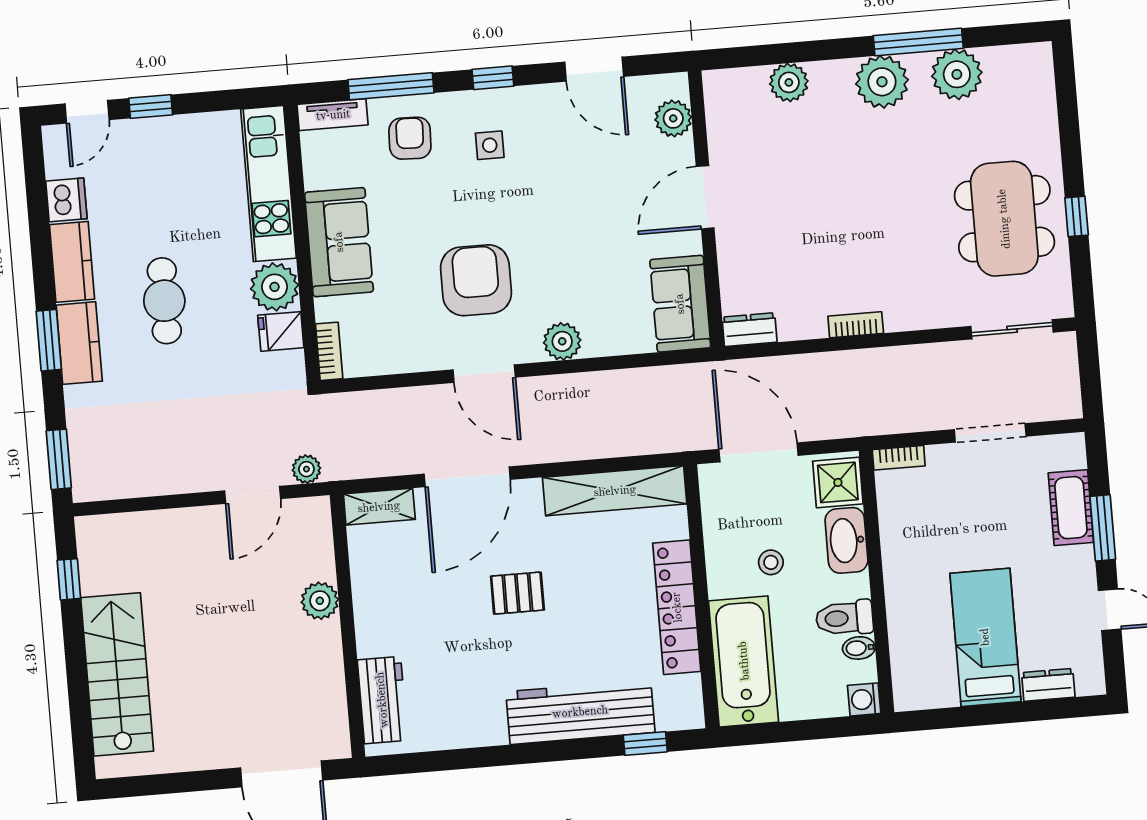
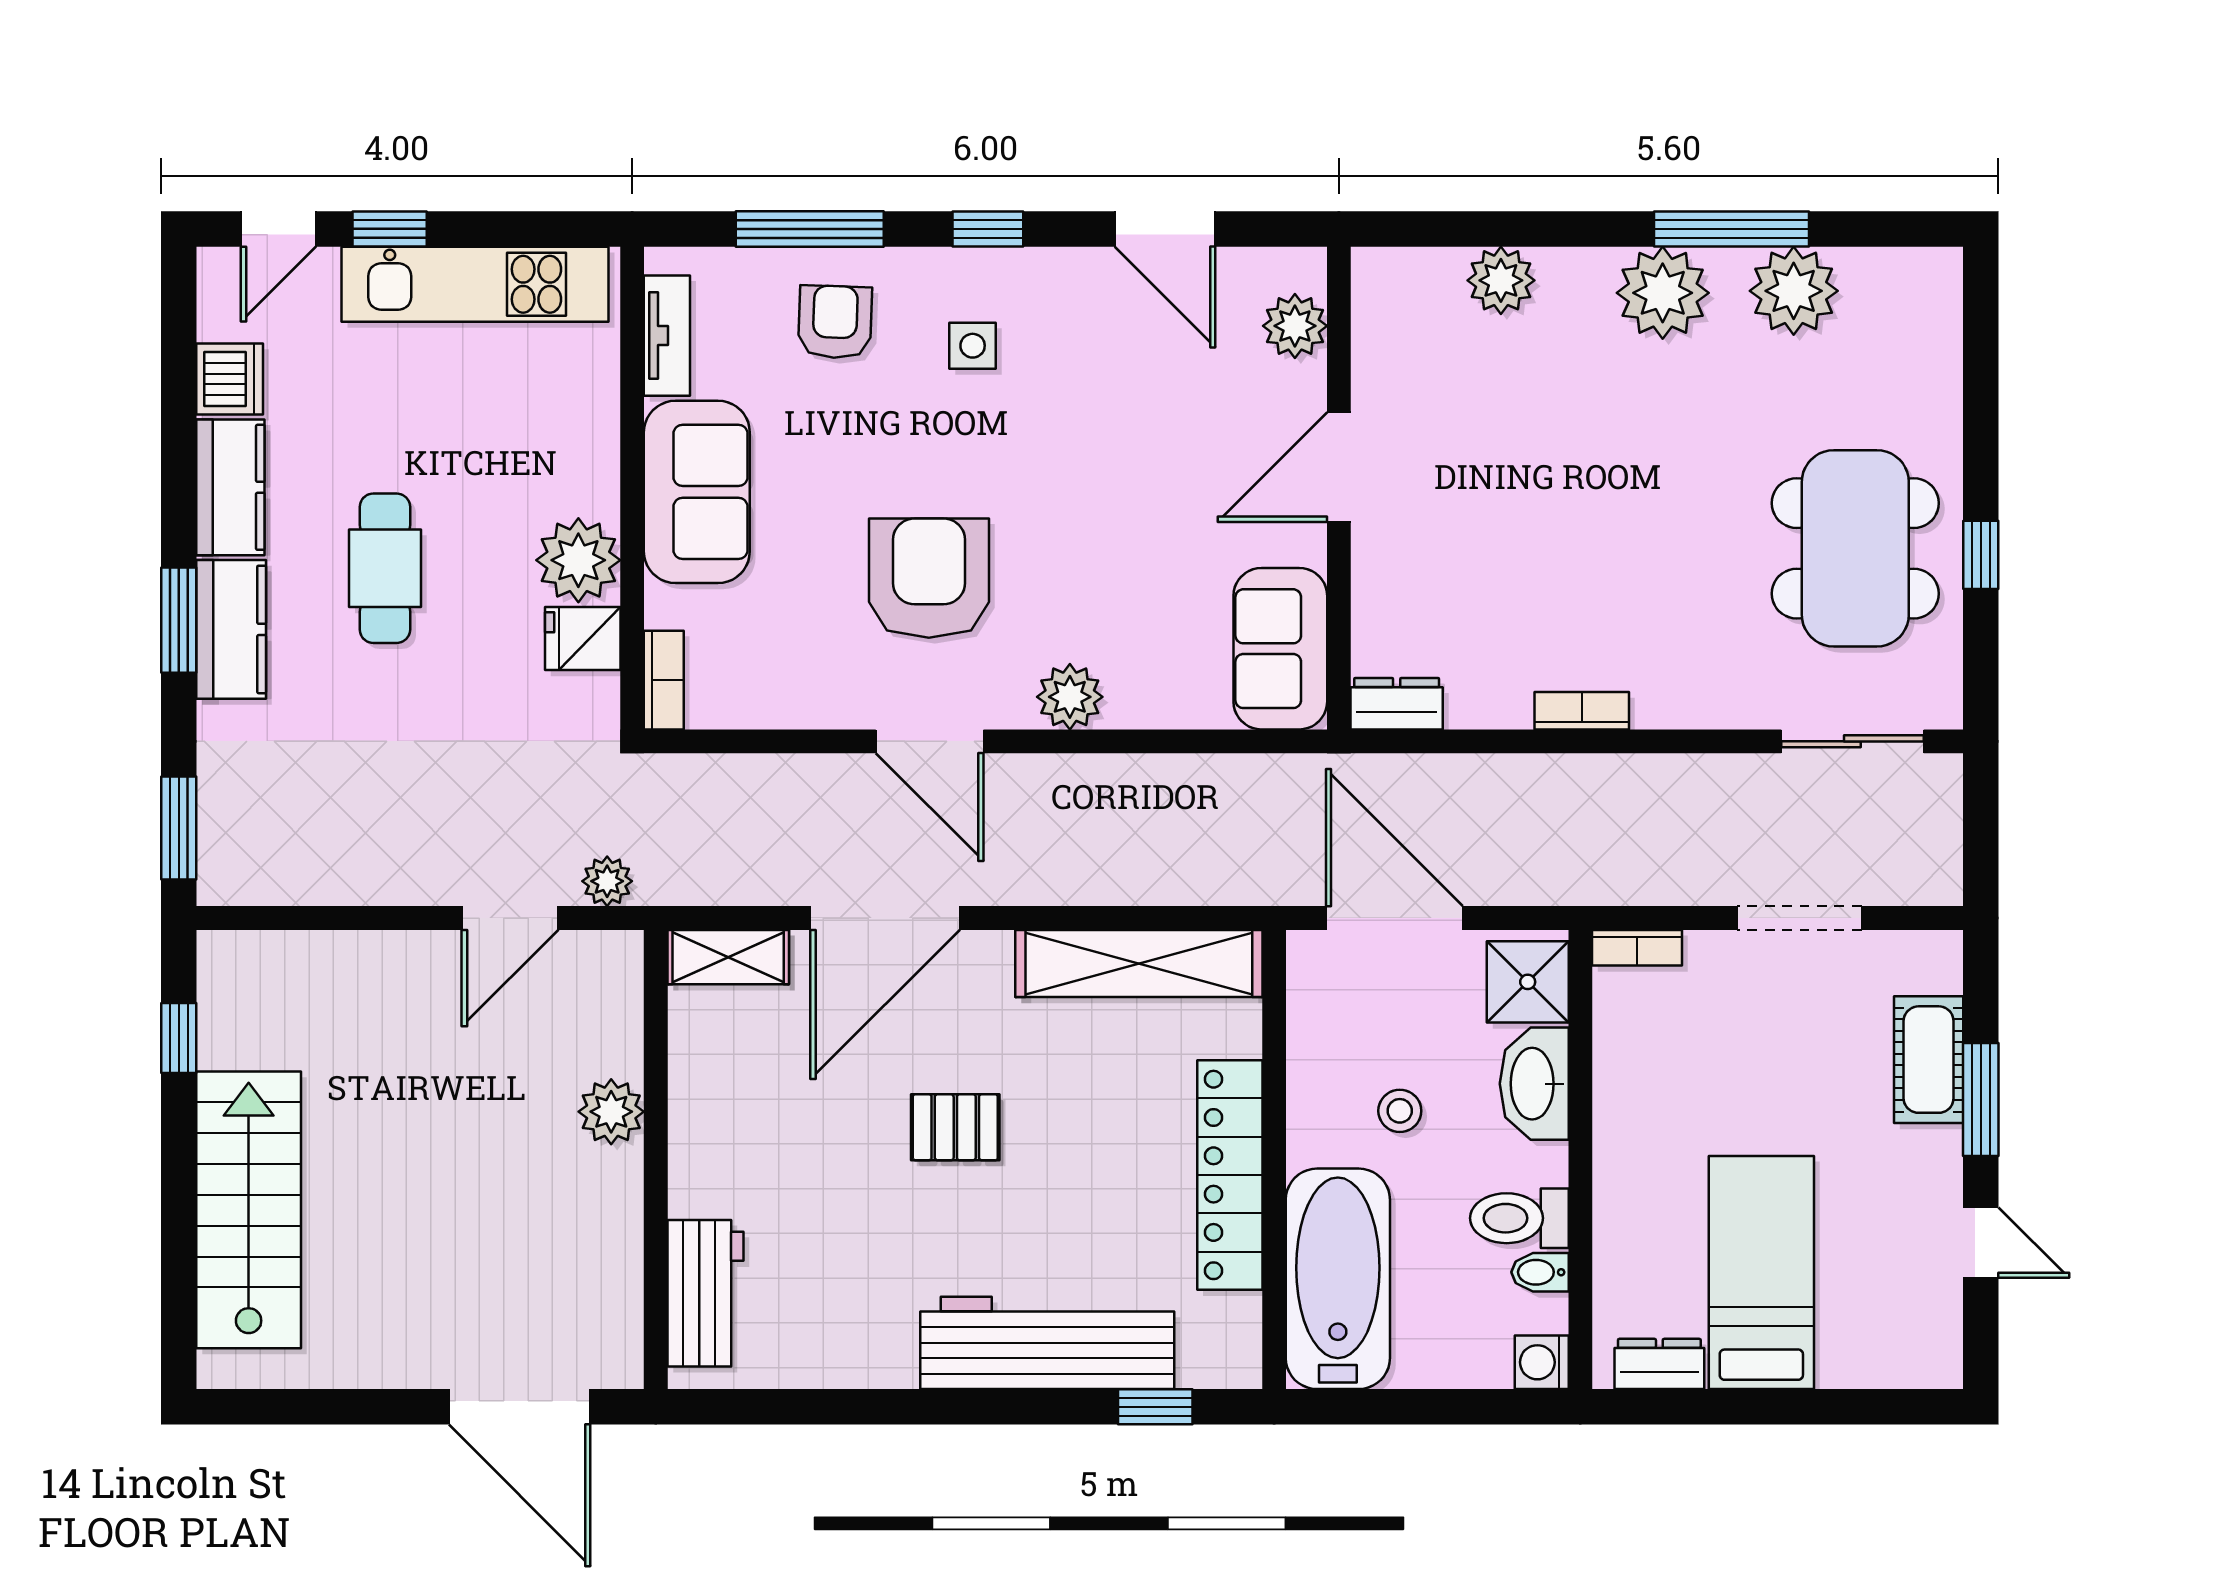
tv unit: (333, 115) -> (667, 336), moved, turned -90
kitchen unit: (268, 184) -> (475, 284), moved, turned -90
dresser: (1048, 685) -> (1659, 1364), moved

